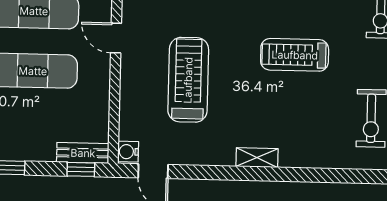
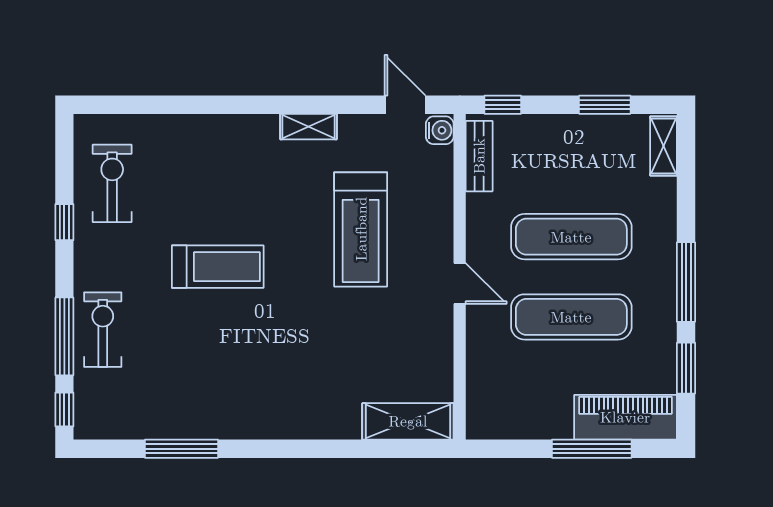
bench: (83, 153) -> (479, 156), moved, turned 90
shelving: (257, 158) -> (309, 127), moved

